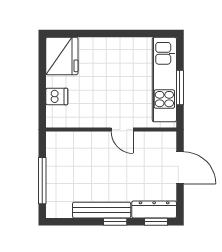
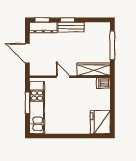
dishwasher: (57, 97) -> (103, 83), moved
wardrobe: (73, 142) -> (94, 69), added
bench: (102, 210) -> (71, 27), width x0.73

